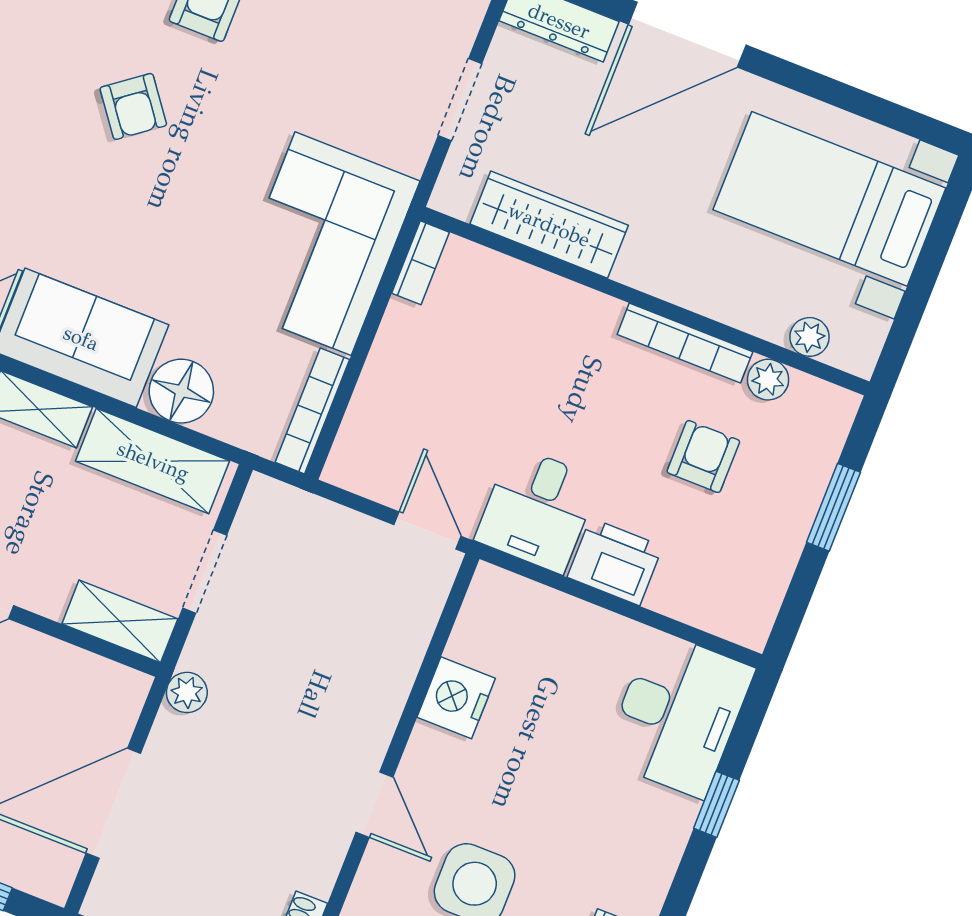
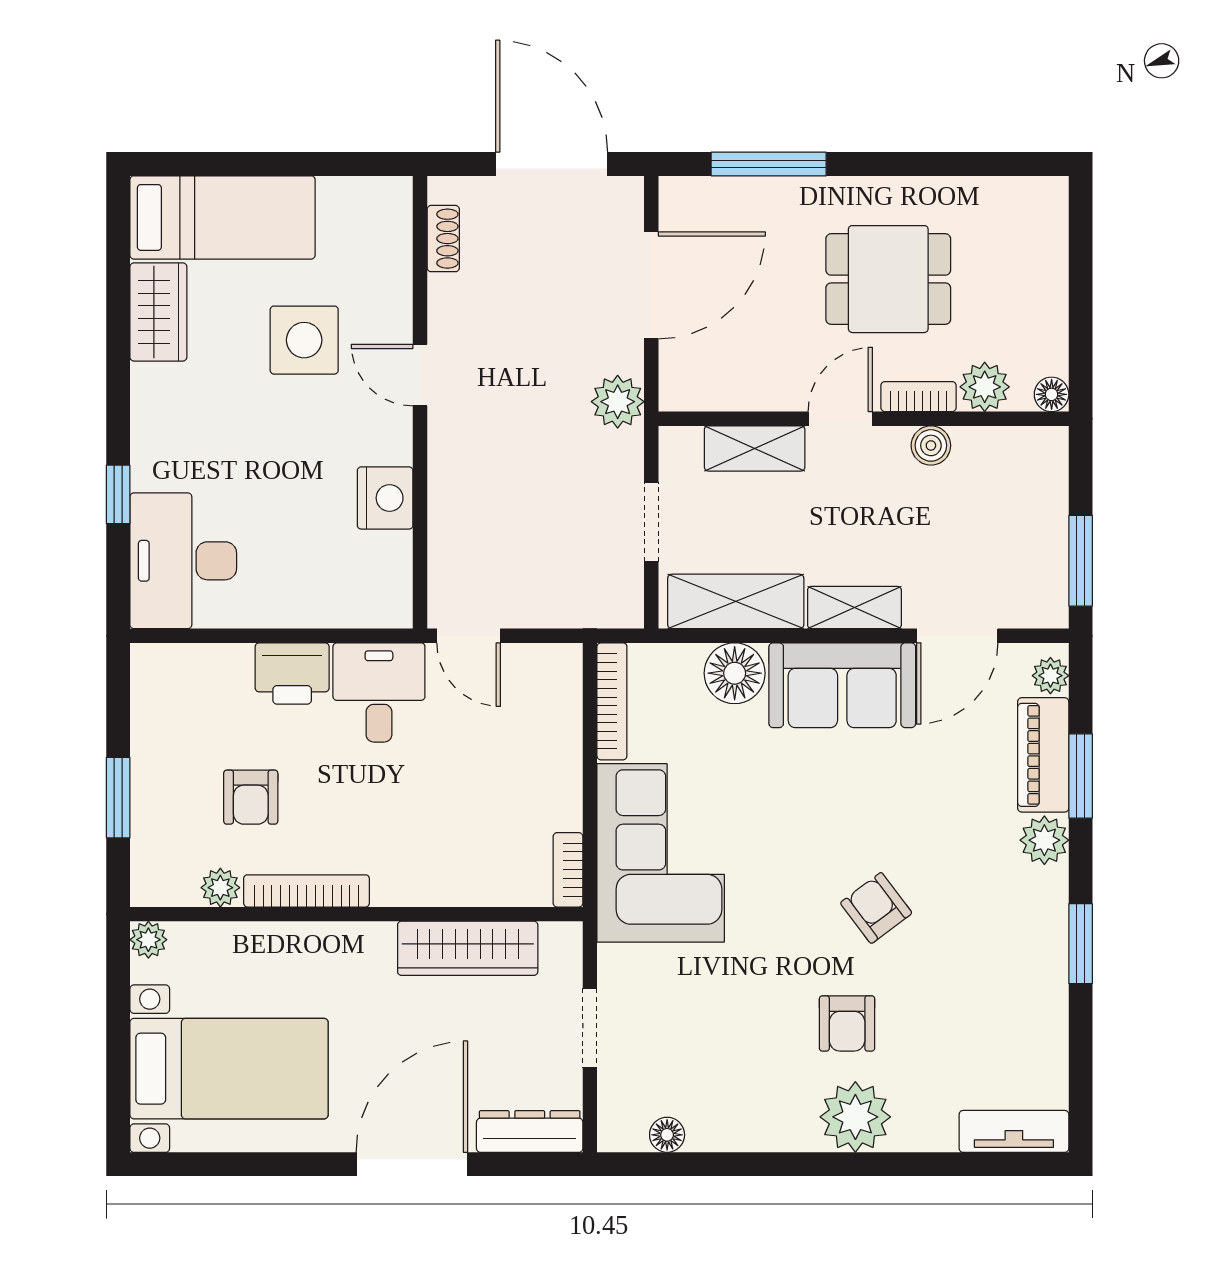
plant: (810, 337) -> (148, 940), moved
shelving: (120, 621) -> (755, 448), moved
plant: (187, 692) -> (618, 402), width x1.38, depth x1.38

